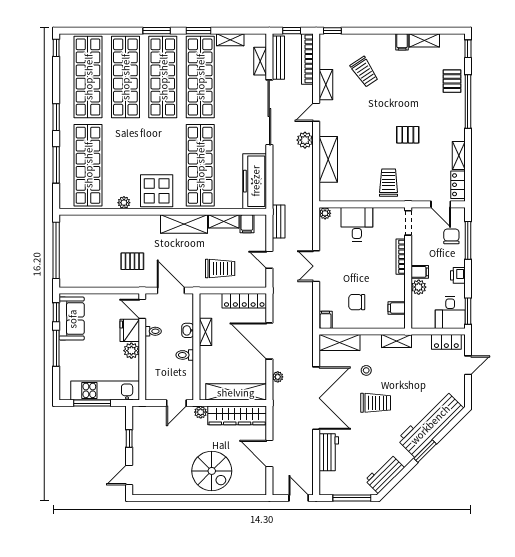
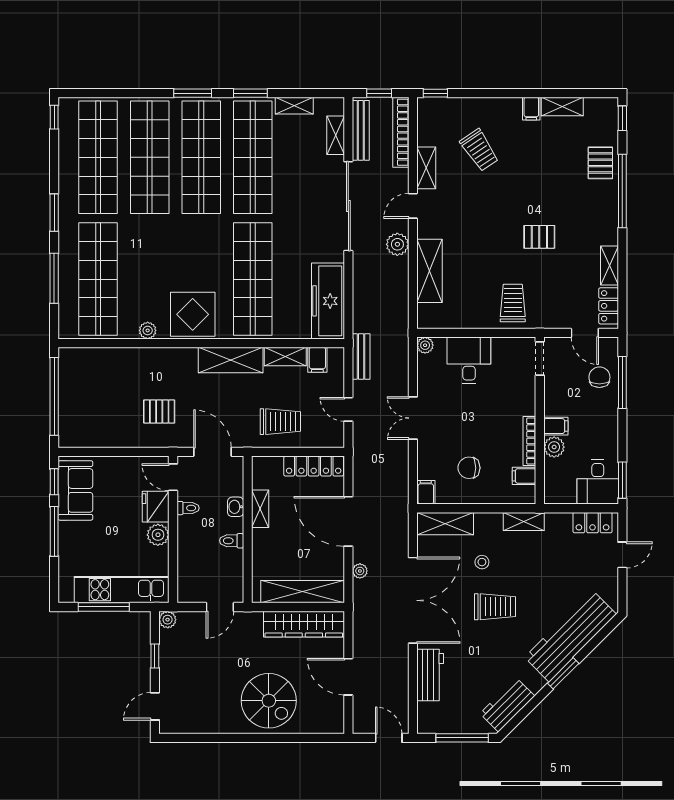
bookcase: (401, 257) -> (529, 441), moved
printer: (458, 275) -> (608, 431), removed
plant: (201, 412) -> (168, 620), moved

